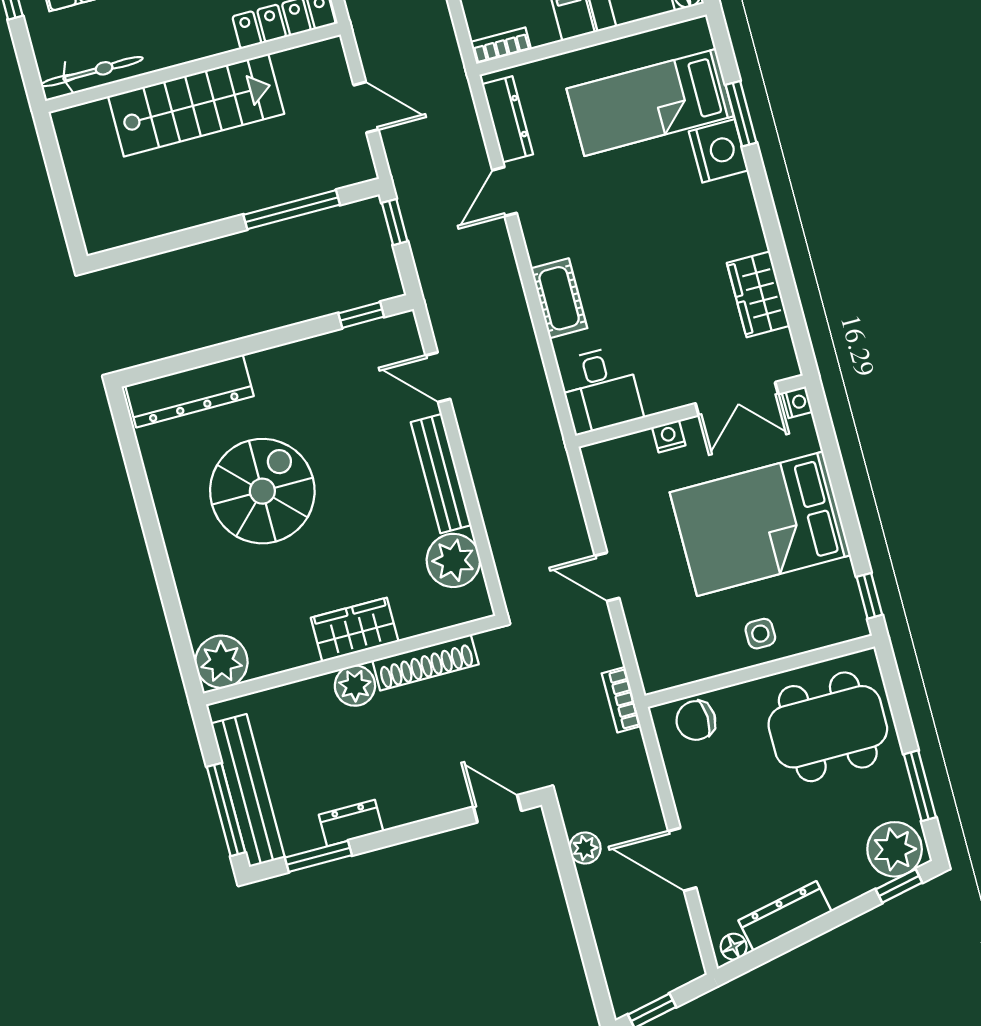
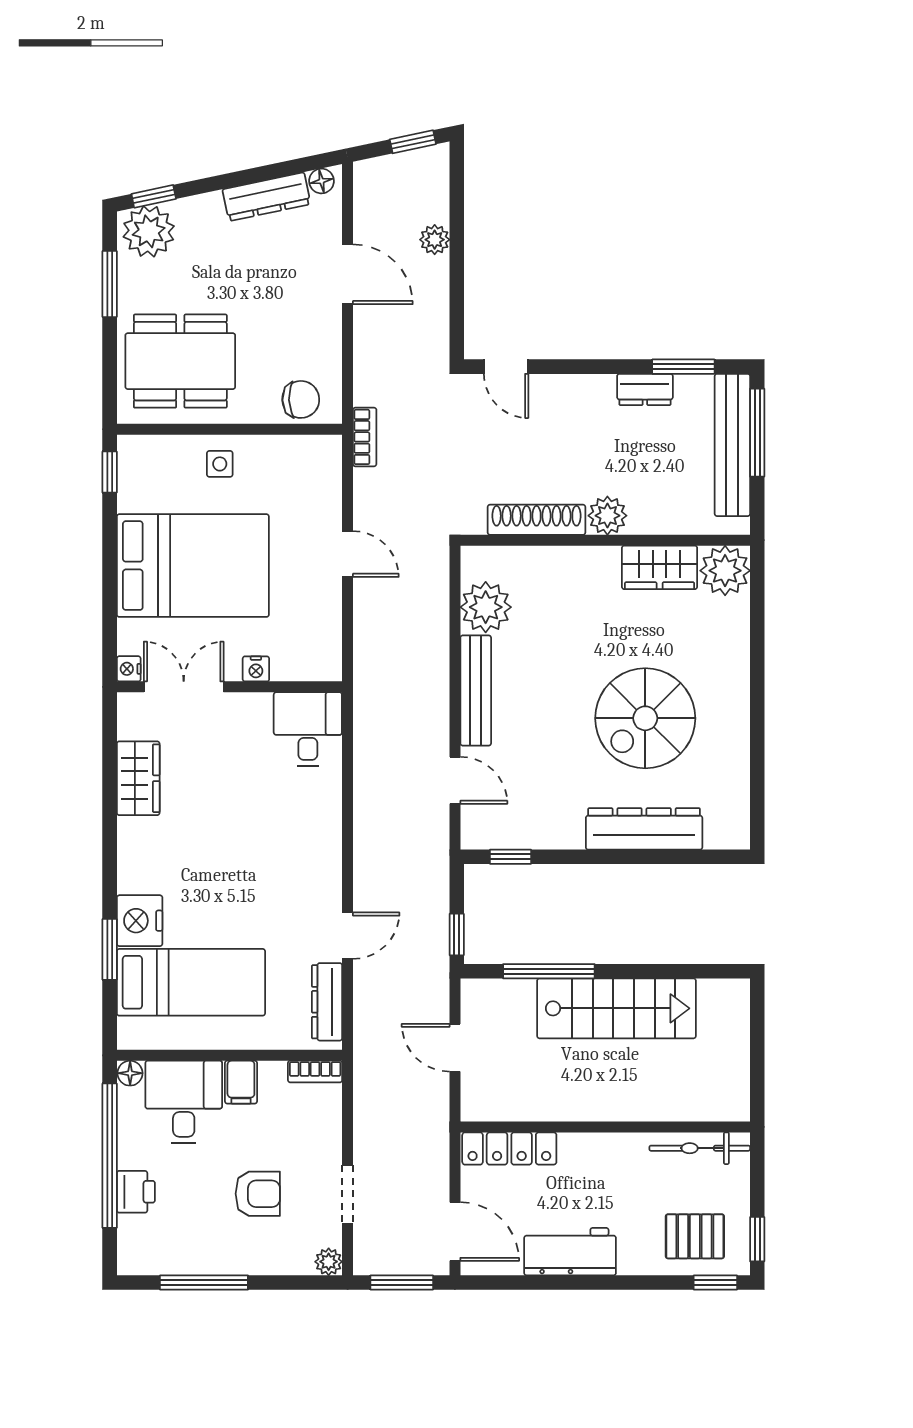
stairs: (196, 105) -> (616, 1008), moved, turned 180
cot: (559, 298) -> (323, 824), removed
dresser: (189, 391) -> (644, 829), moved
wardrobe: (355, 630) -> (660, 567), moved
plant: (585, 848) -> (435, 240), moved

